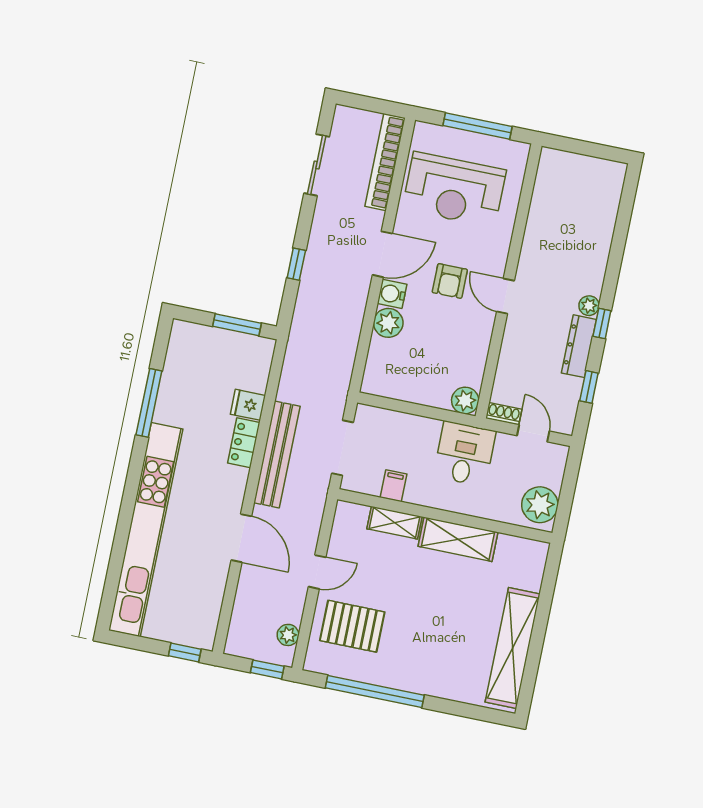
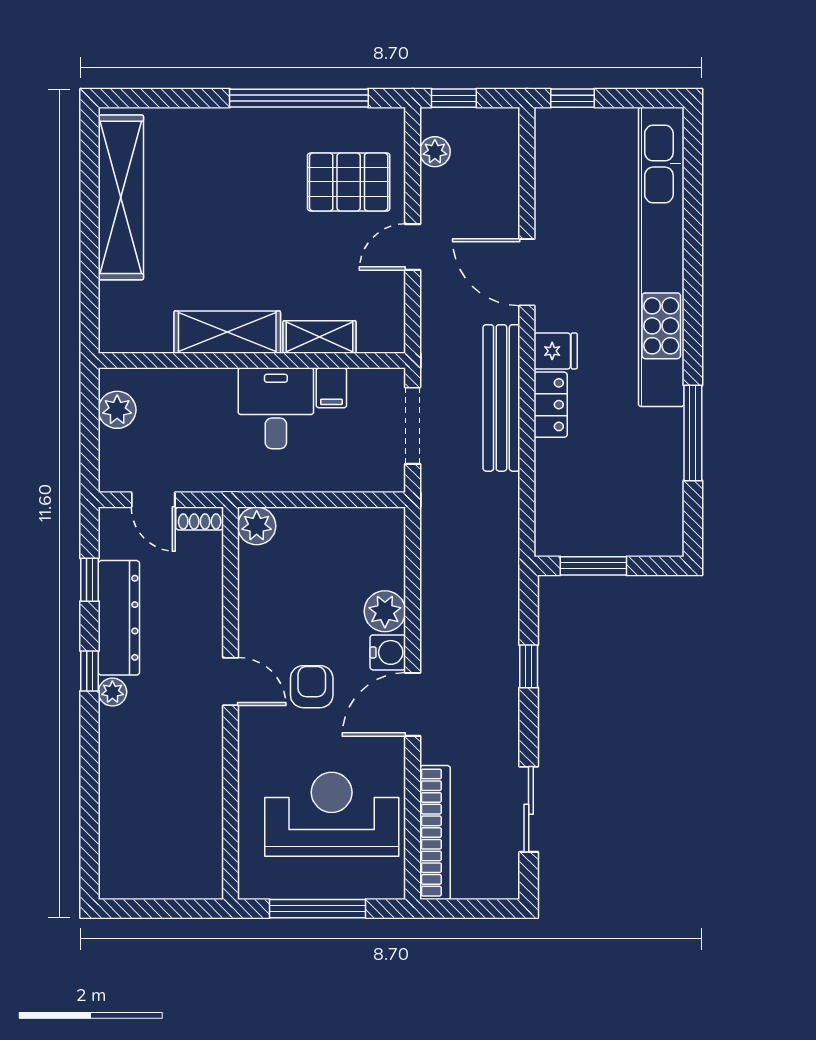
dresser: (579, 346) -> (119, 618), width x1.37, depth x1.24
fridge: (248, 405) -> (556, 351), moved
desk: (465, 454) -> (276, 408), moved, turned 180
plant: (540, 505) -> (117, 410), width x0.73, depth x0.73

